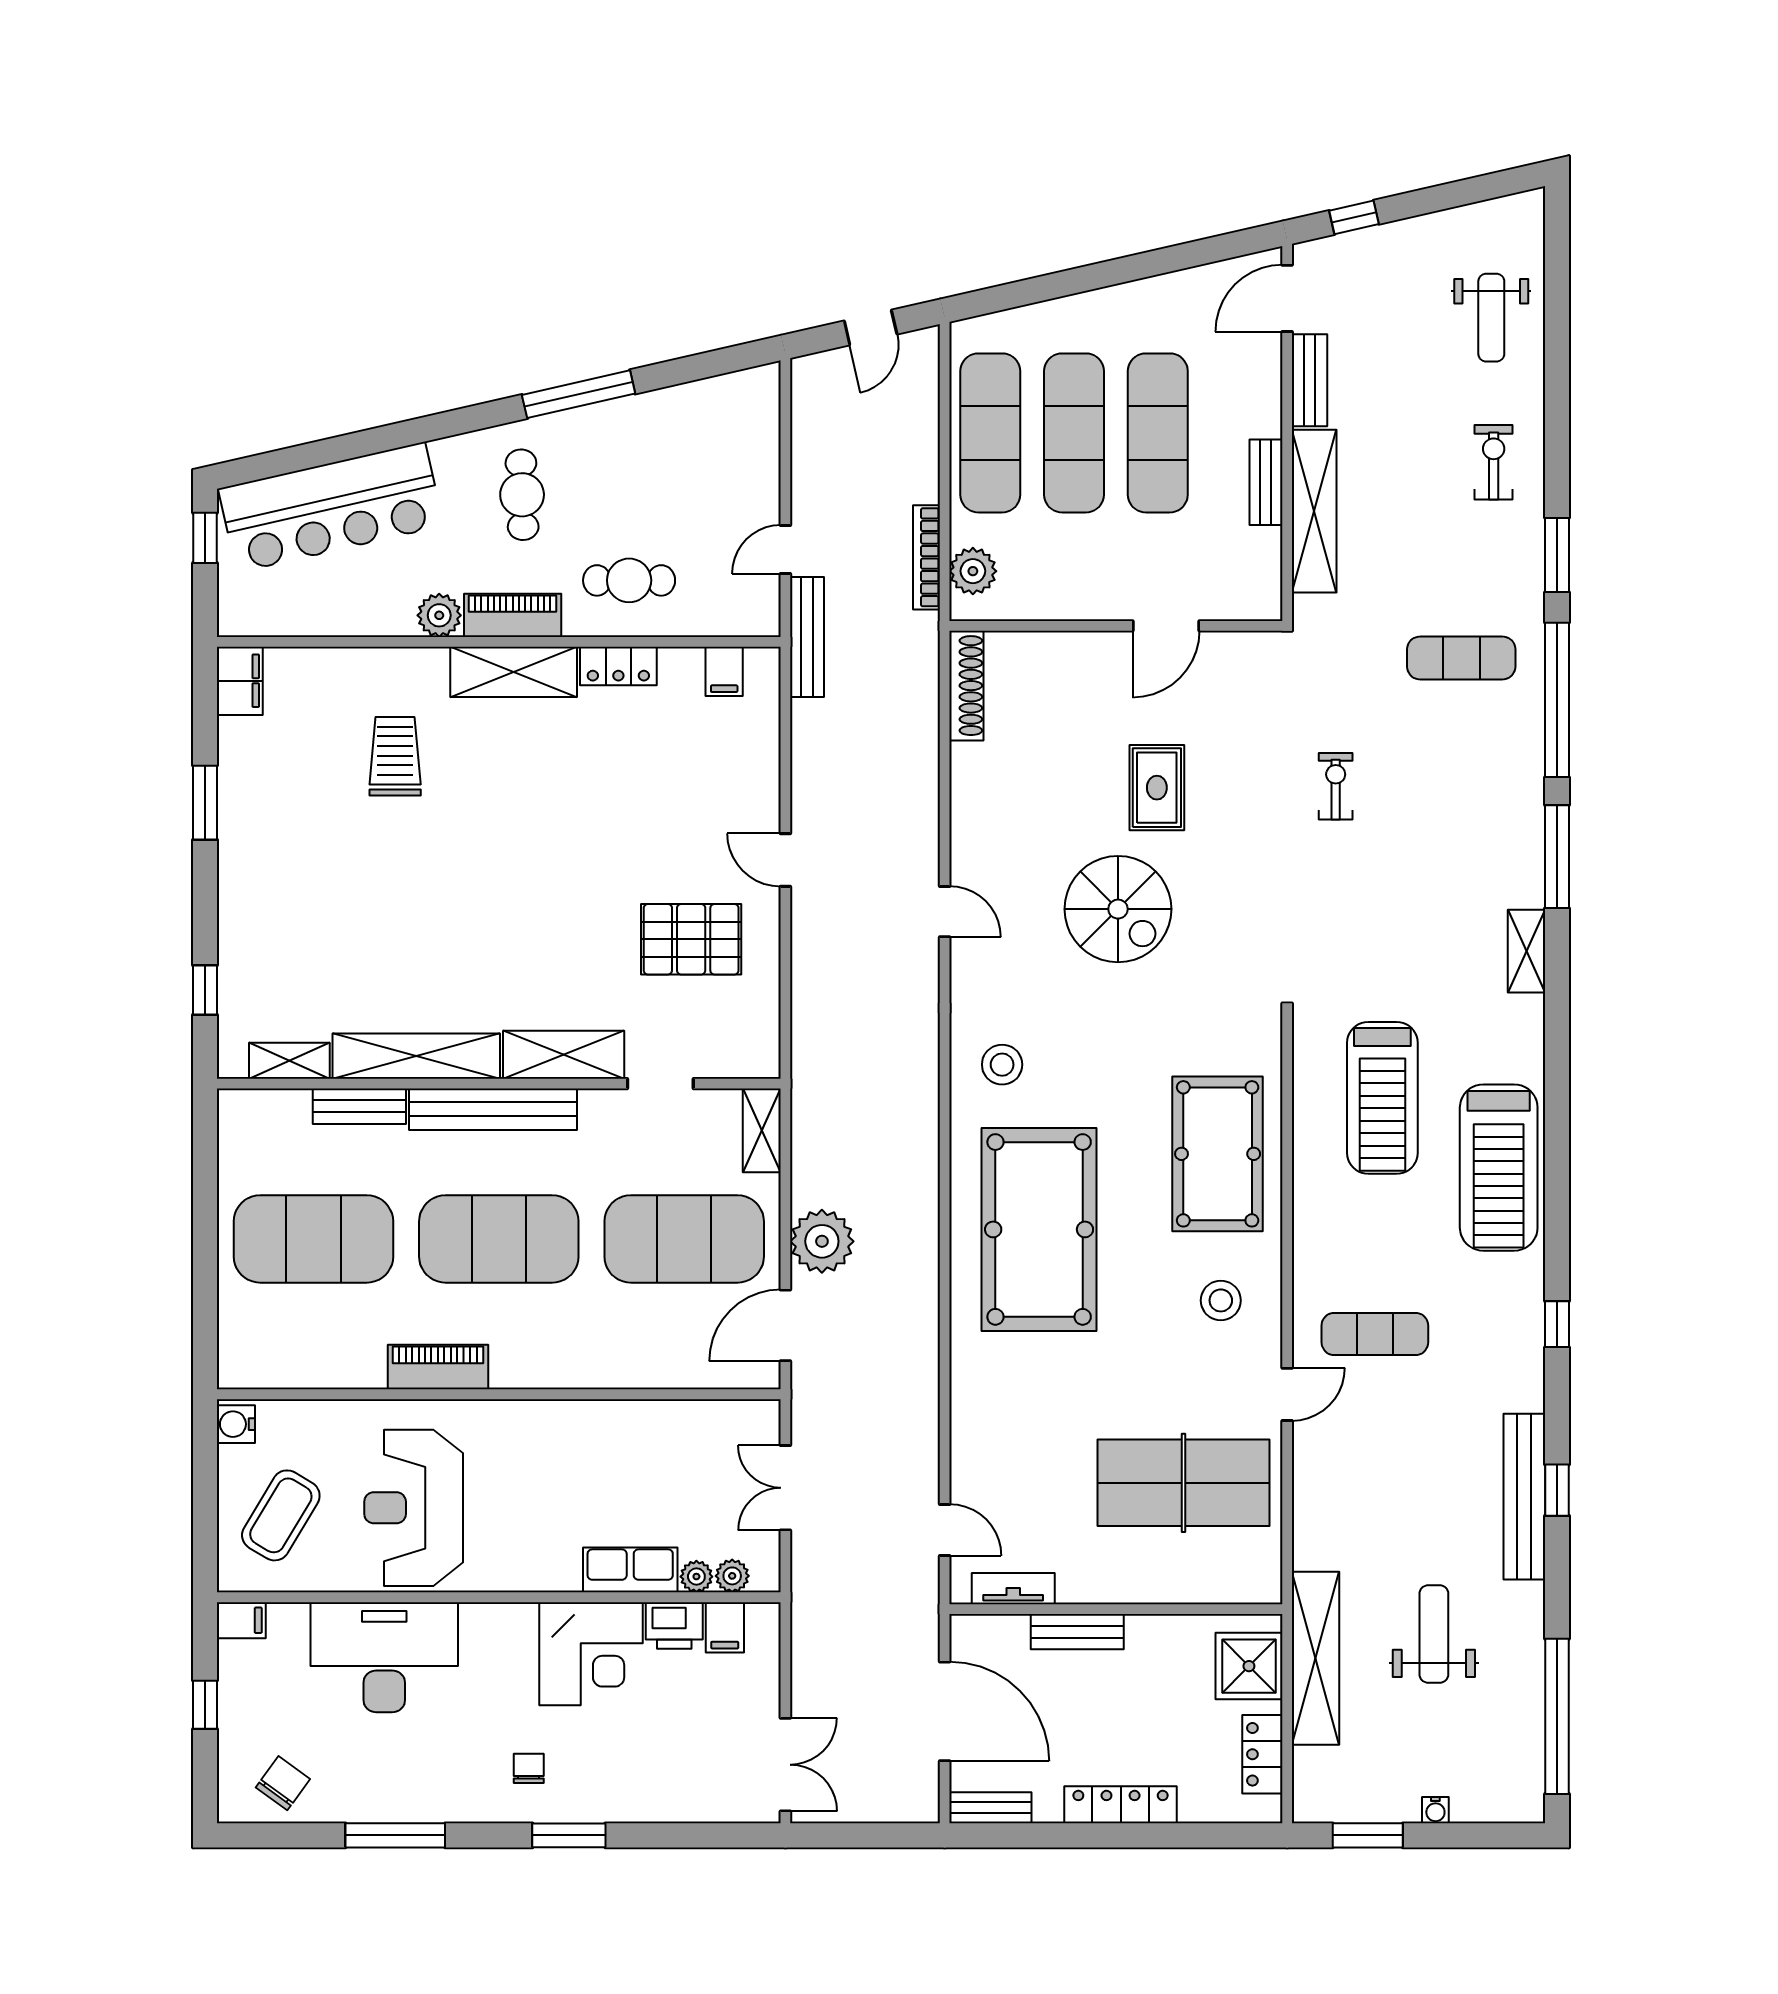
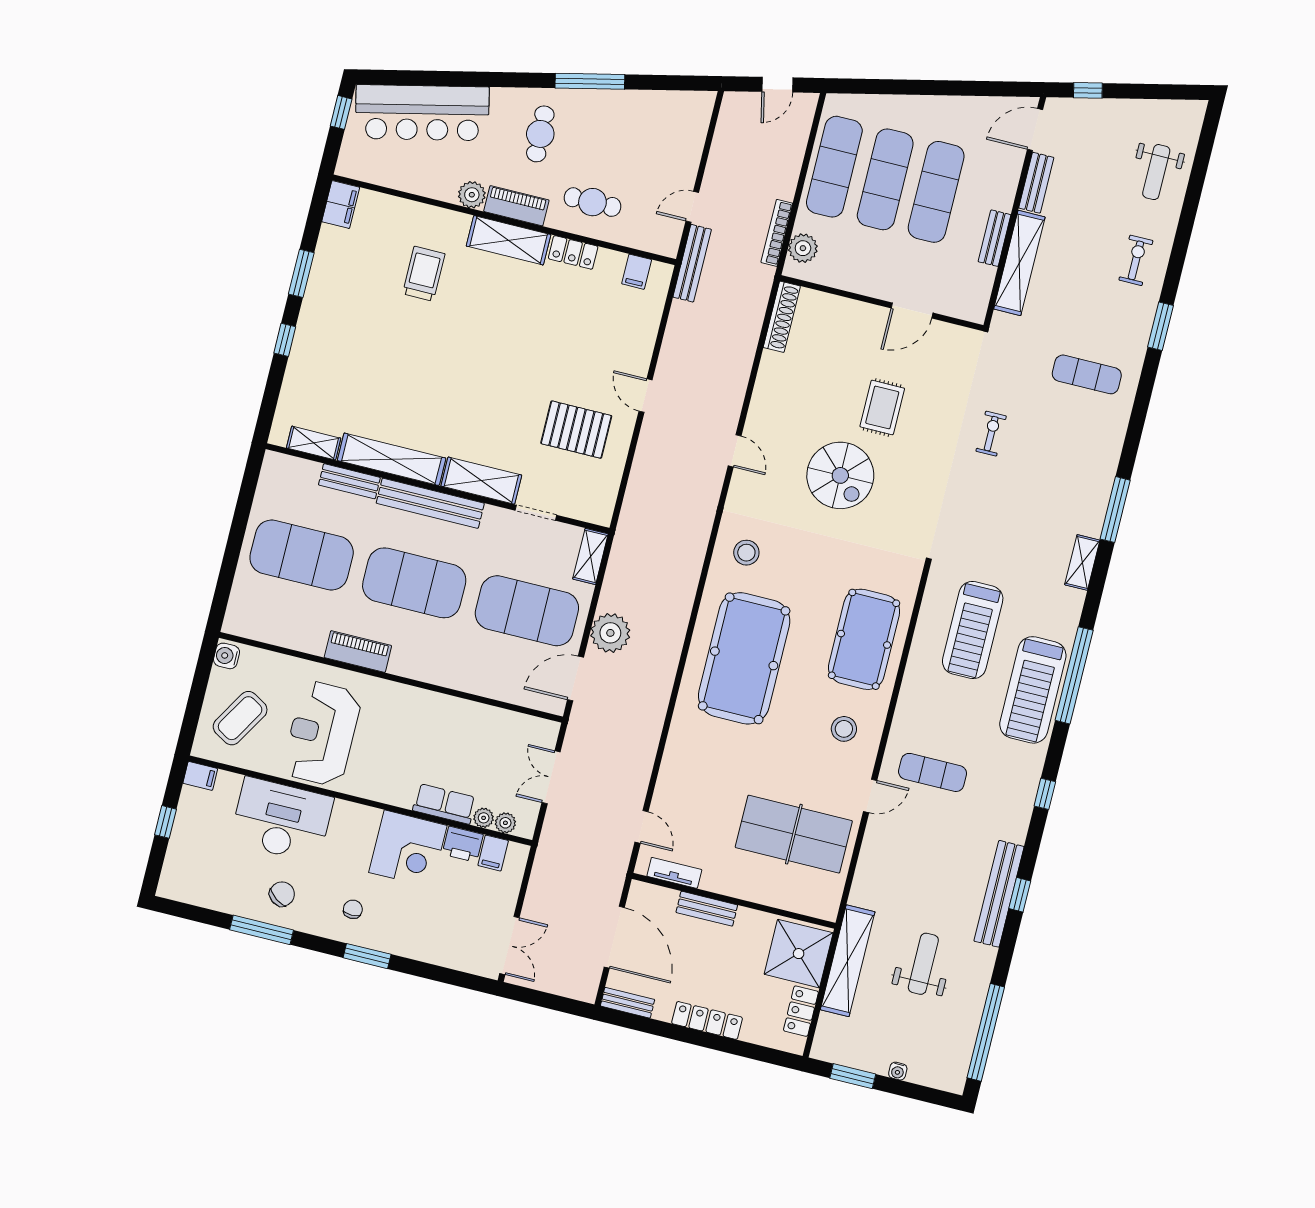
window: (1557, 700) -> (1074, 675), moved
window: (205, 990) -> (285, 340), moved
shower: (1249, 1666) -> (799, 954), width x1.37, depth x1.37
chair: (283, 1783) -> (282, 894), moved

